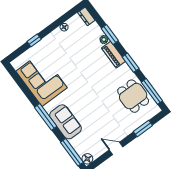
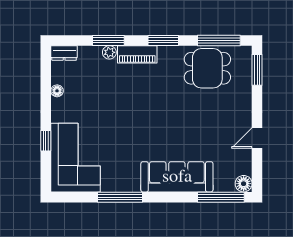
corner sofa: (42, 79) -> (76, 158), moved, turned 90
window: (46, 117) -> (120, 197), moved
sofa: (66, 122) -> (177, 177), width x1.36
window: (143, 128) -> (257, 70), moved

